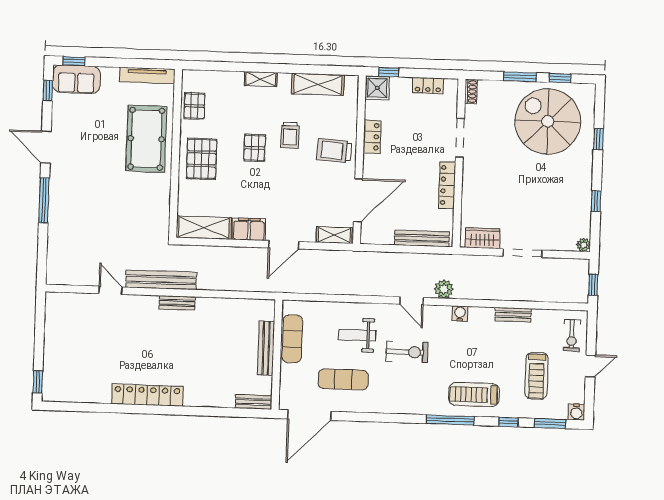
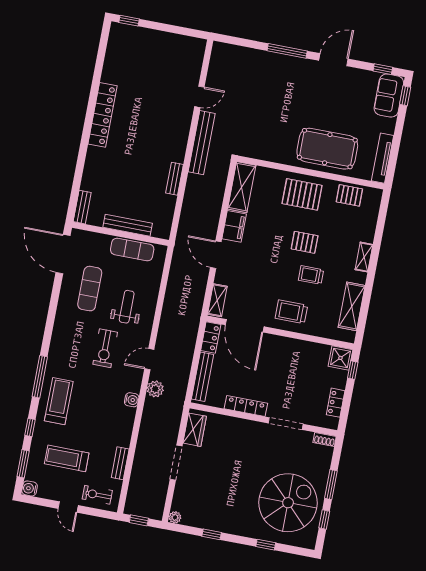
locker: (372, 137) -> (211, 337), moved, turned -90
trolley: (334, 151) -> (291, 312), turned -94
bench: (177, 303) -> (175, 179), moved
bench: (513, 315) -> (120, 463), moved

